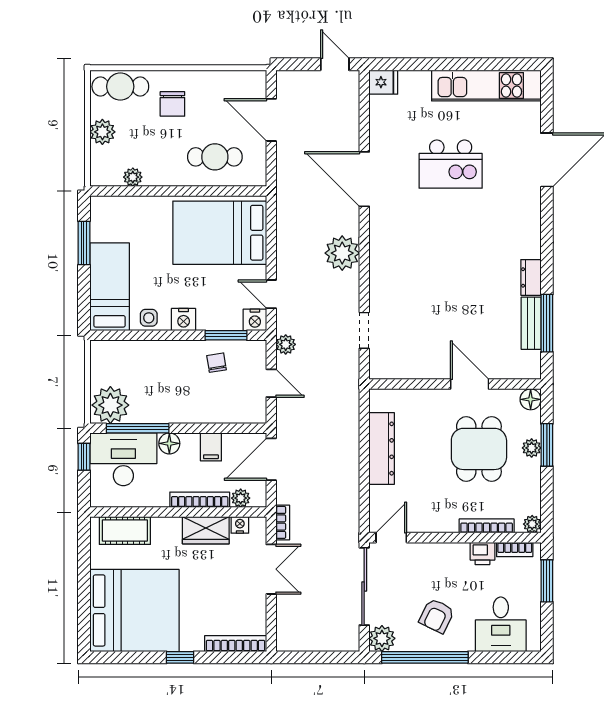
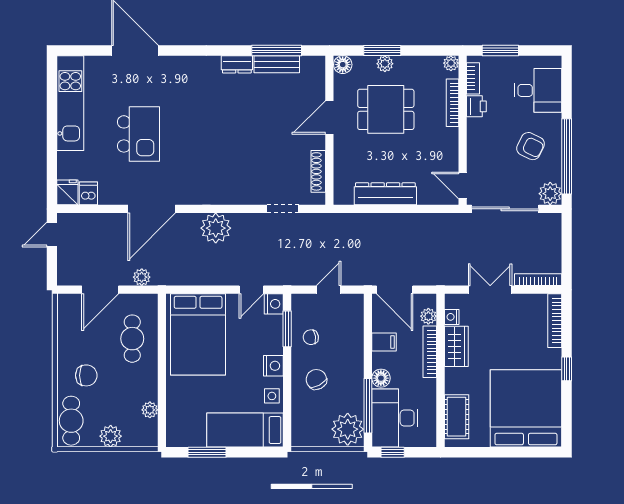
dishwasher: (382, 106) -> (88, 193), added
plant: (286, 344) -> (142, 277), moved
chair: (168, 369) -> (316, 379), added
shoe rack: (407, 371) -> (318, 171), added
bookcase: (283, 522) -> (538, 280), moved, width x1.56

